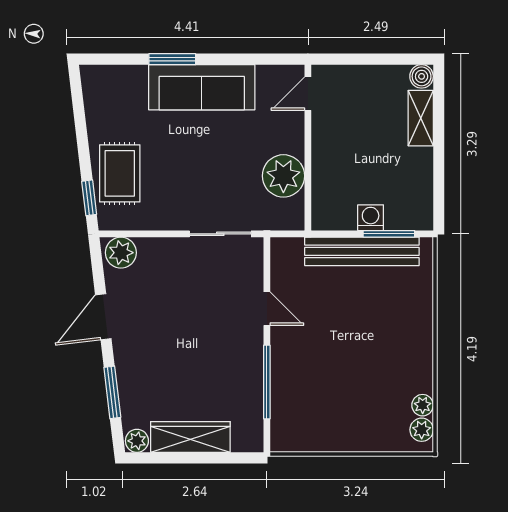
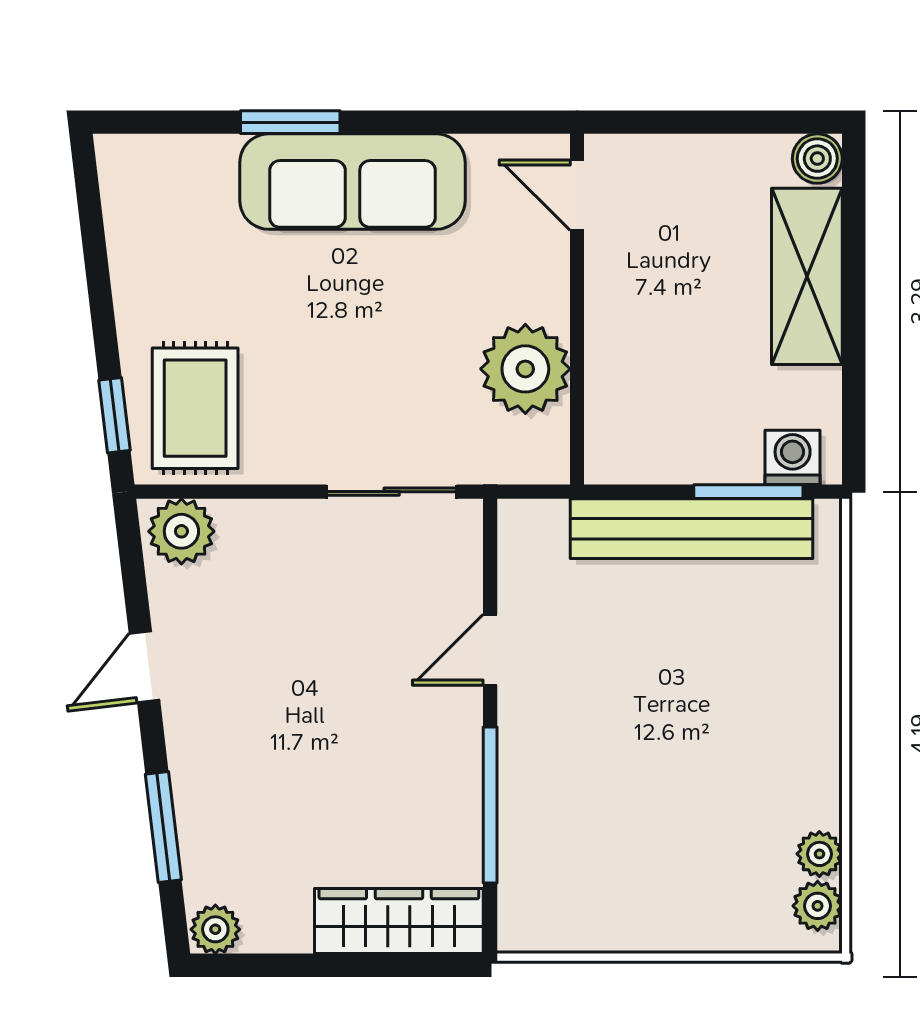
door: (308, 94) -> (577, 195), hinge flipped
shelving: (421, 118) -> (807, 276), width x1.50, depth x1.33
rug: (120, 173) -> (195, 408), moved
washing machine: (371, 218) -> (793, 457), moved
door: (267, 309) -> (490, 650), swing flipped
door: (103, 317) -> (144, 667), width x0.73
wardrobe: (190, 437) -> (399, 921), moved

